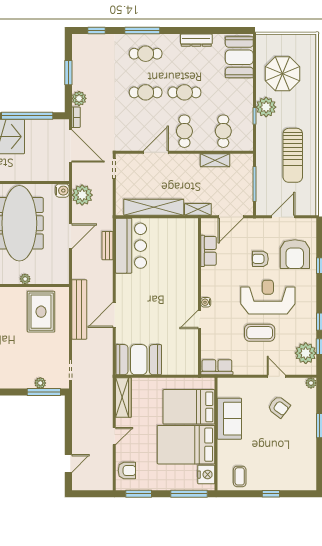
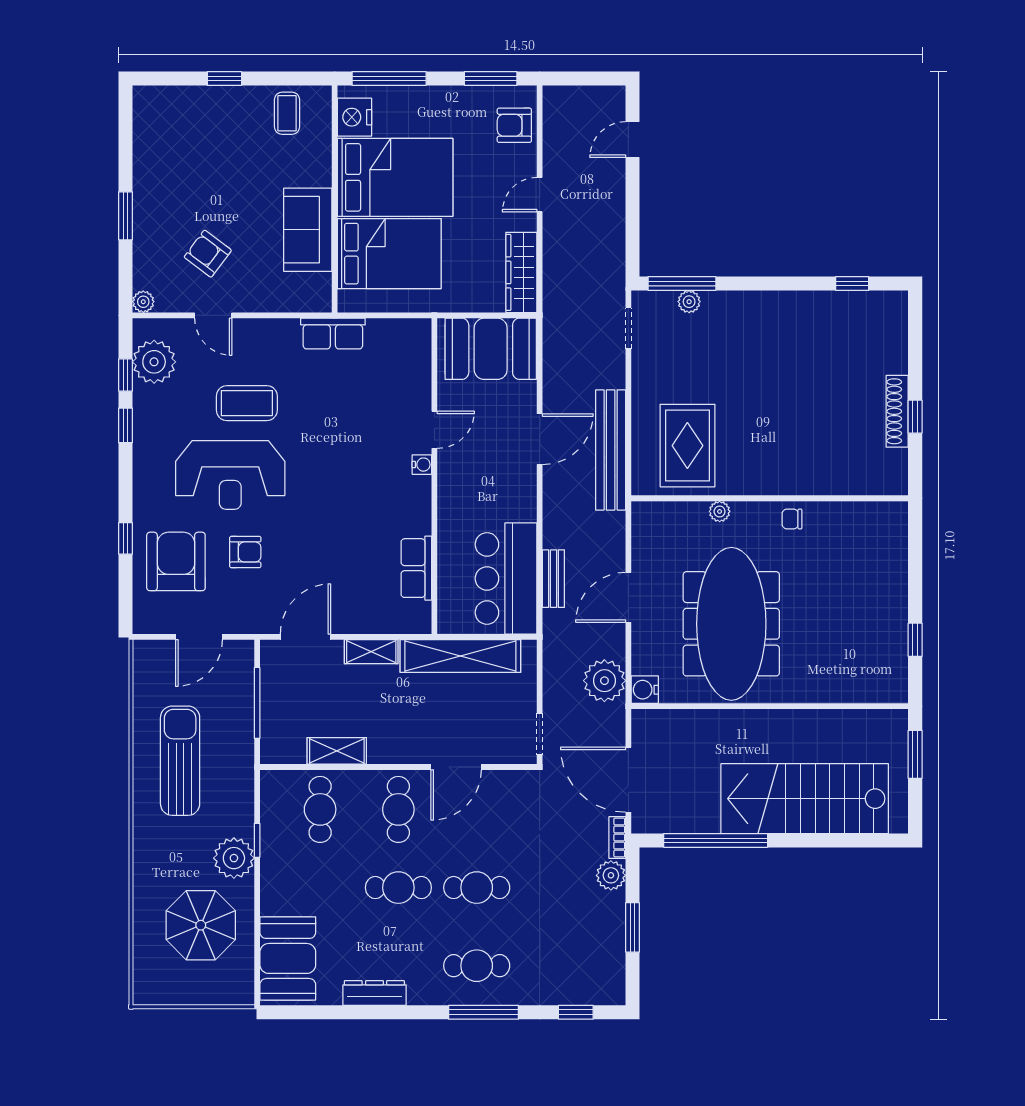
row of seats: (209, 251) -> (416, 568), moved
wall: (200, 296) -> (434, 476), moved
water cooler: (206, 302) -> (422, 465), moved
door: (200, 319) -> (434, 430), moved

